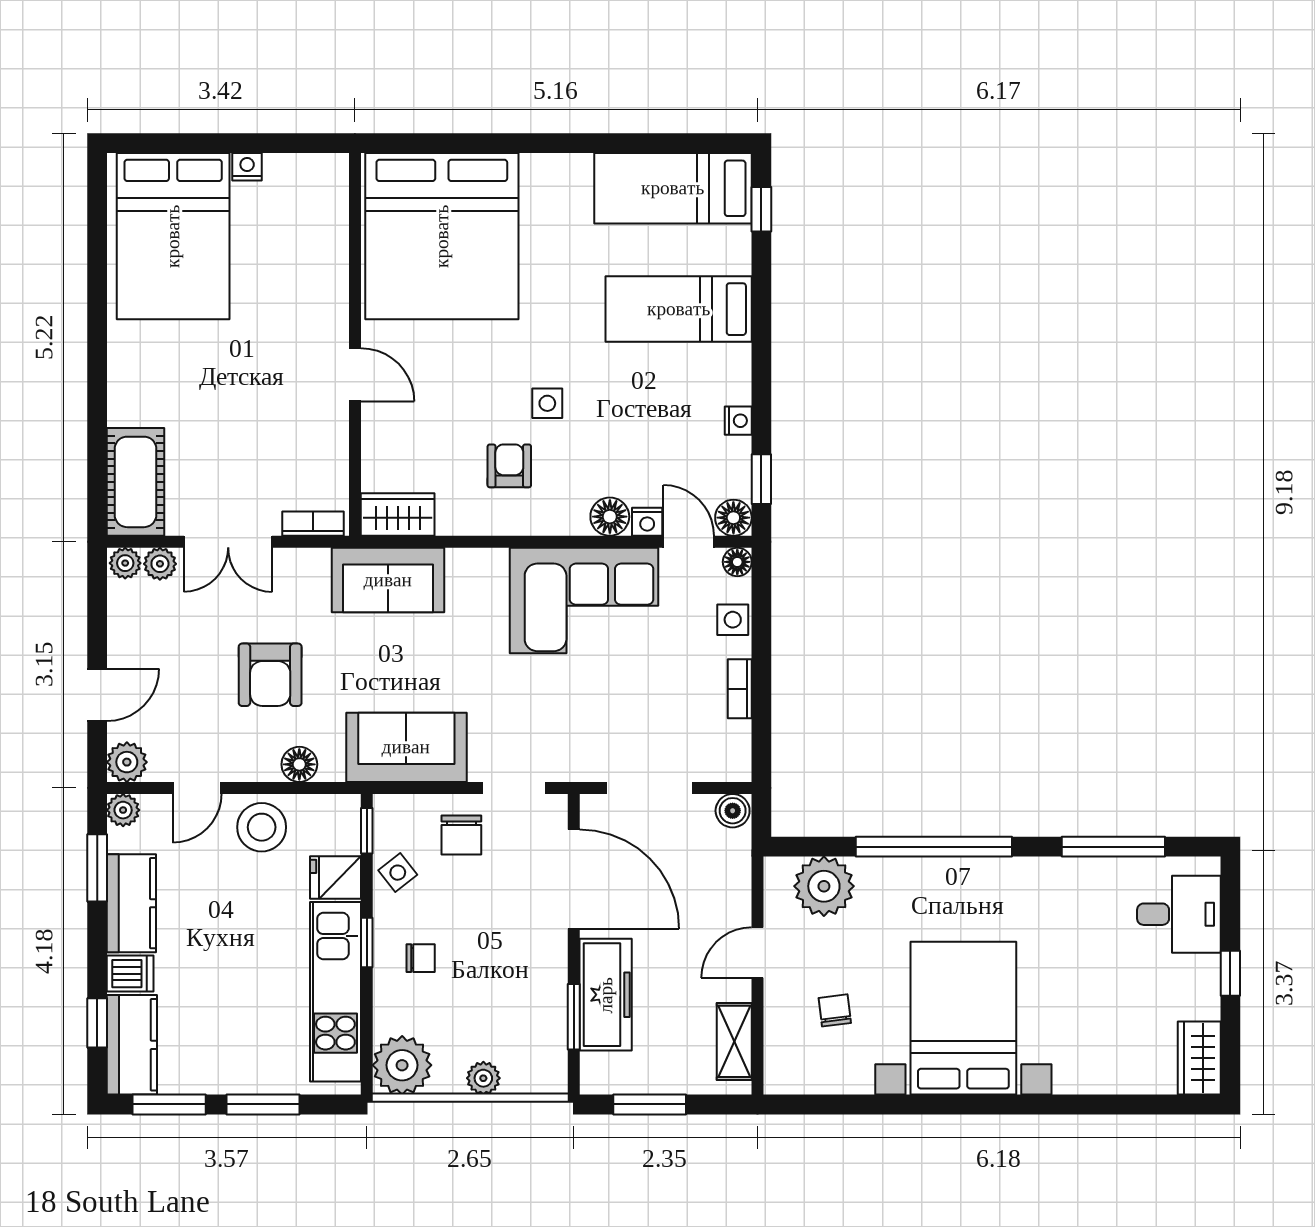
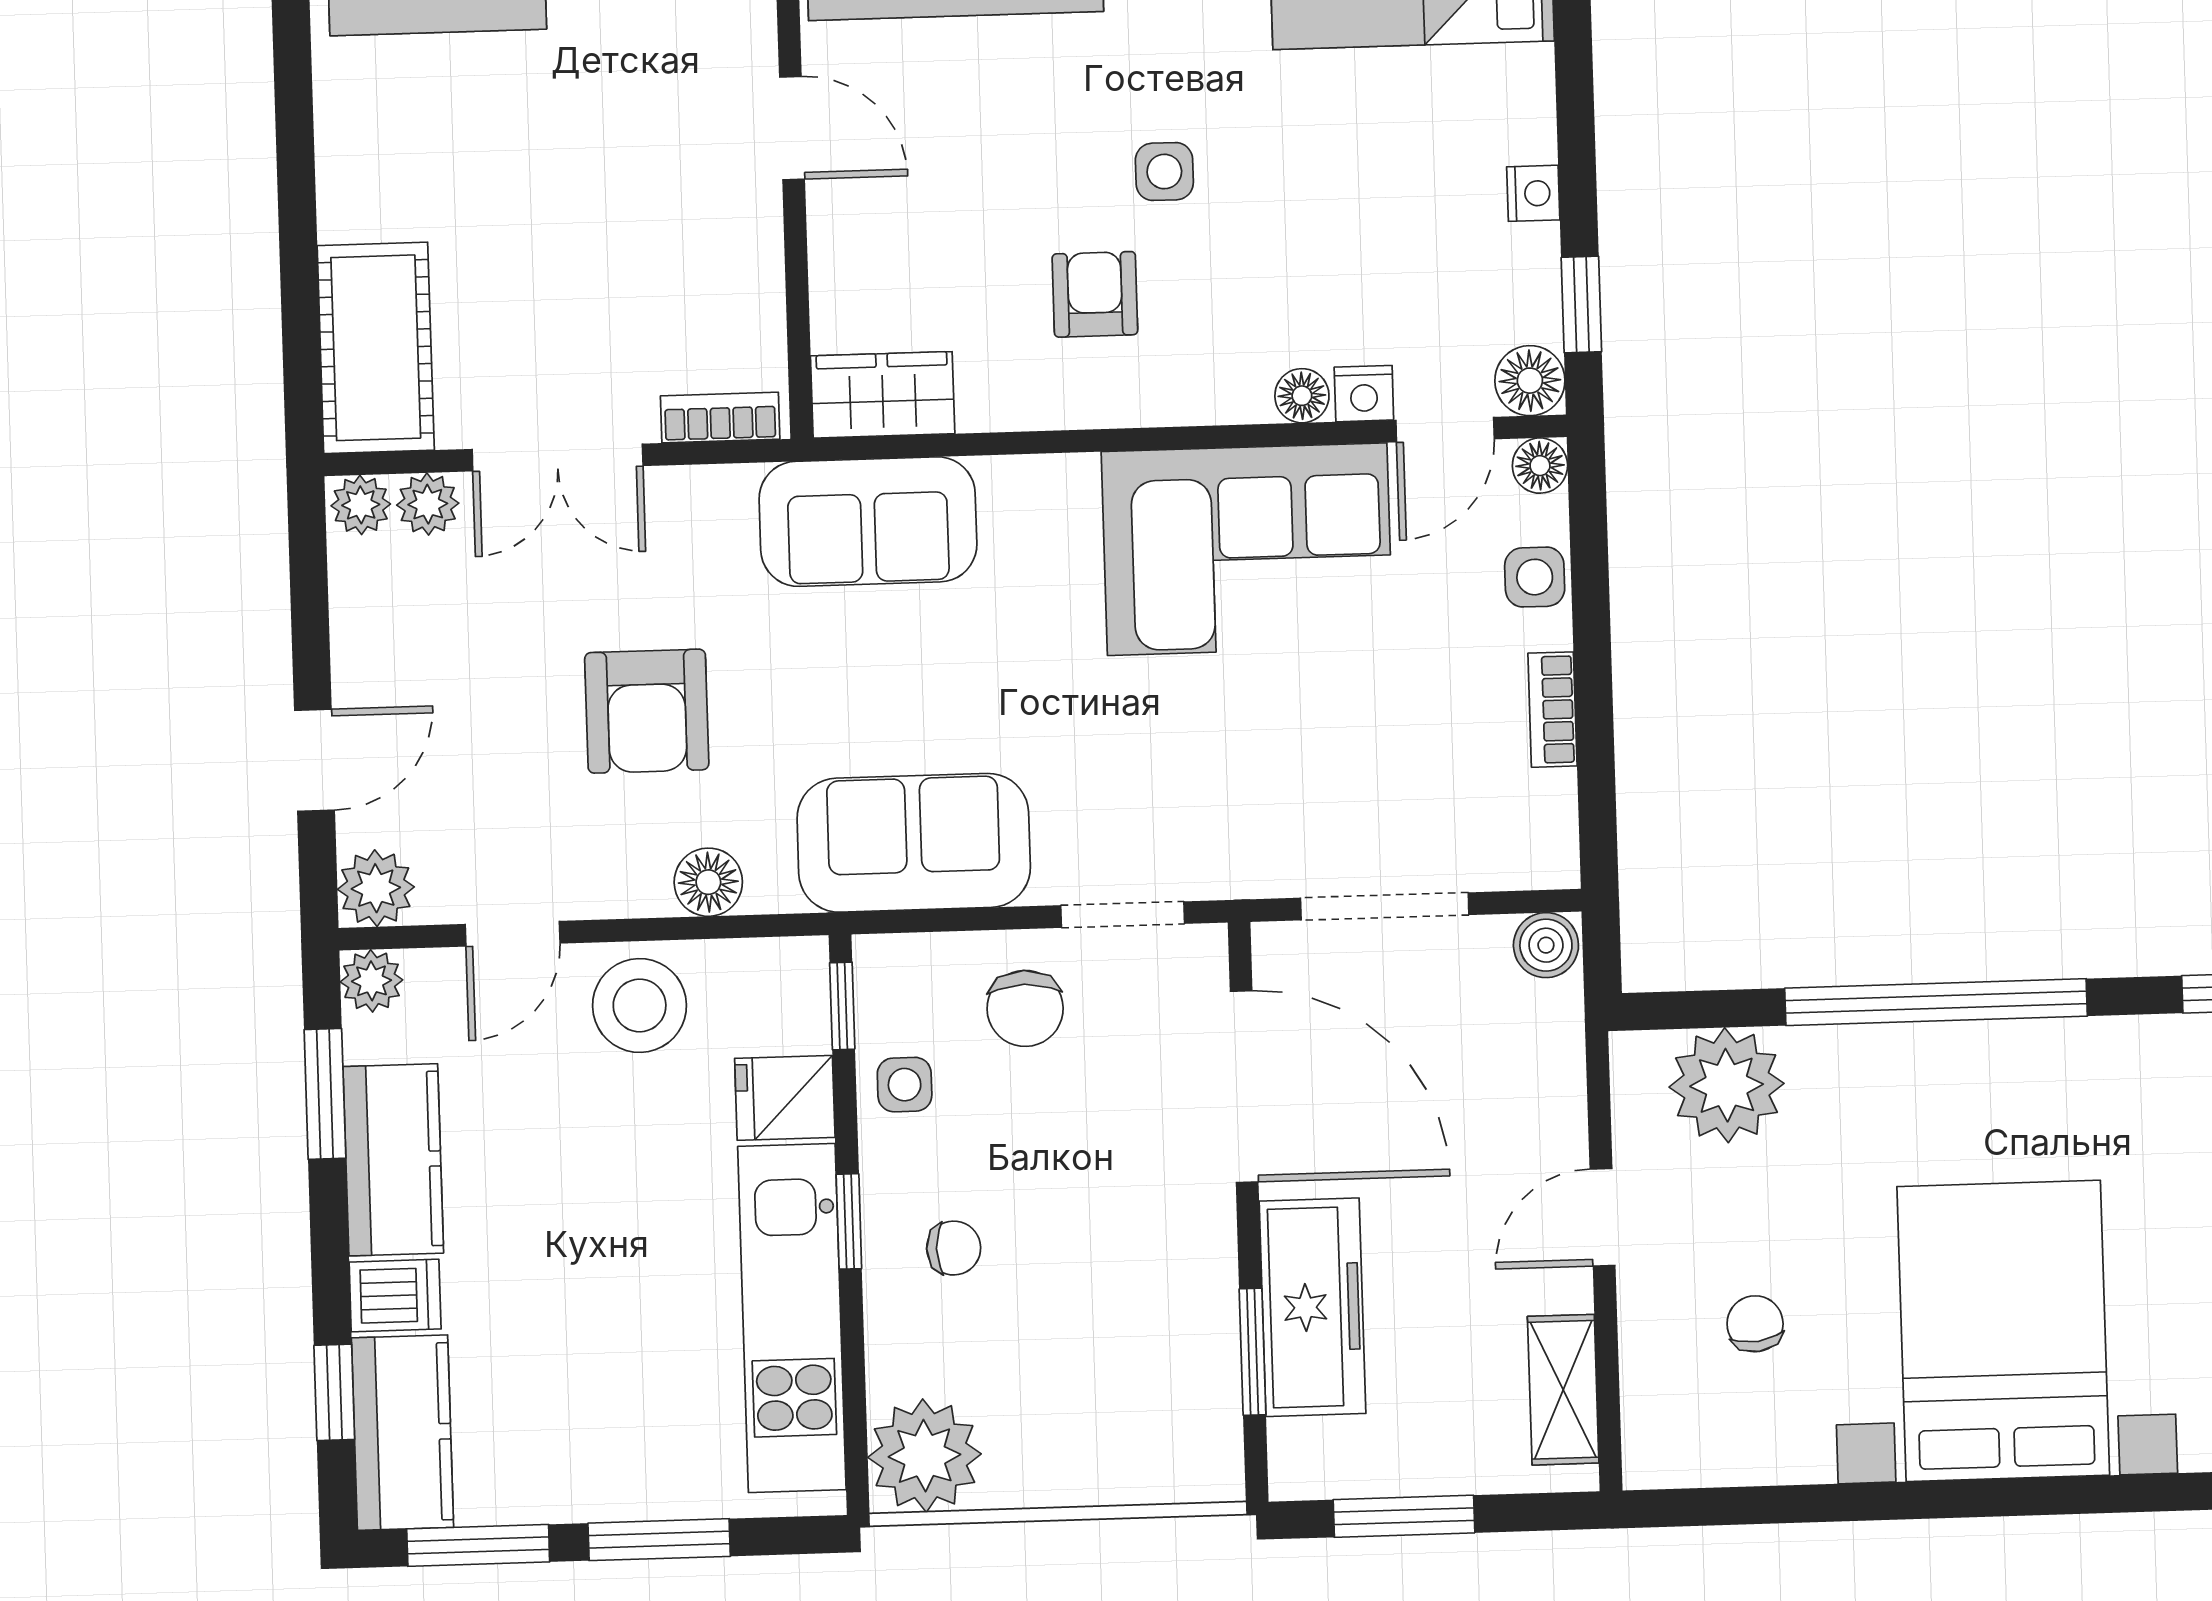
floor lamp: (610, 517) -> (1302, 396), width x0.73, depth x0.73
door: (689, 542) -> (1445, 430), swing flipped
side table: (398, 873) -> (905, 1085), turned 38
plant: (483, 1078) -> (1082, 1476), removed

